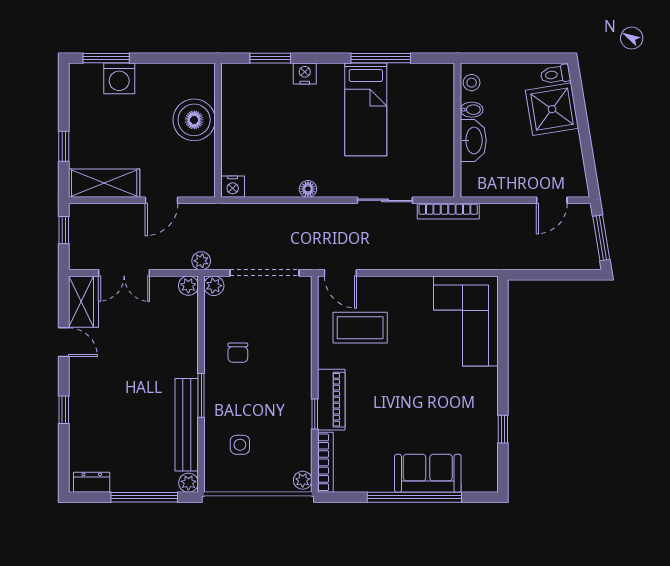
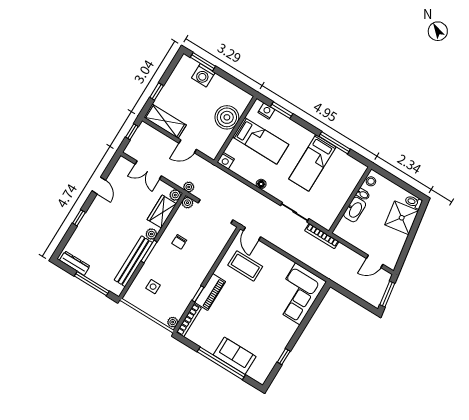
nightstand: (305, 73) -> (266, 111), moved
bed: (267, 124) -> (261, 141), added
wardrobe: (83, 302) -> (162, 212), moved, turned 180
dresser: (92, 482) -> (75, 263), width x1.44
plant: (188, 483) -> (151, 234), moved

